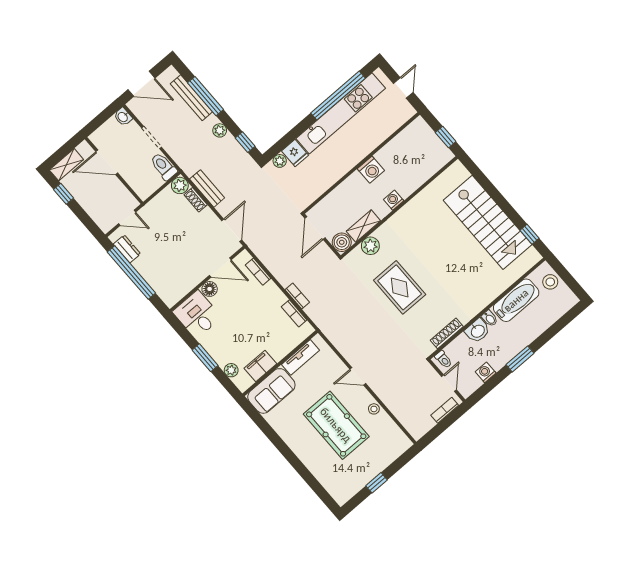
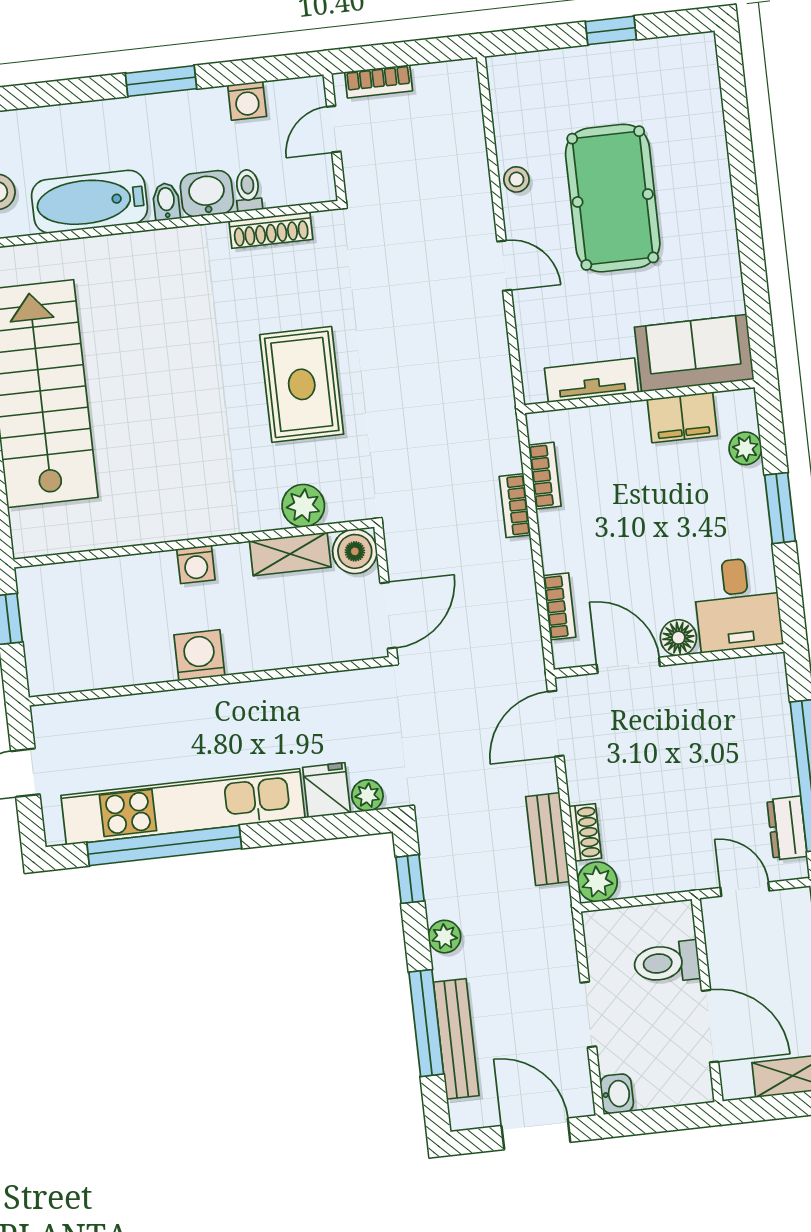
toilet: (164, 166) -> (667, 962), moved, turned 90
toilet: (443, 359) -> (248, 190), moved

